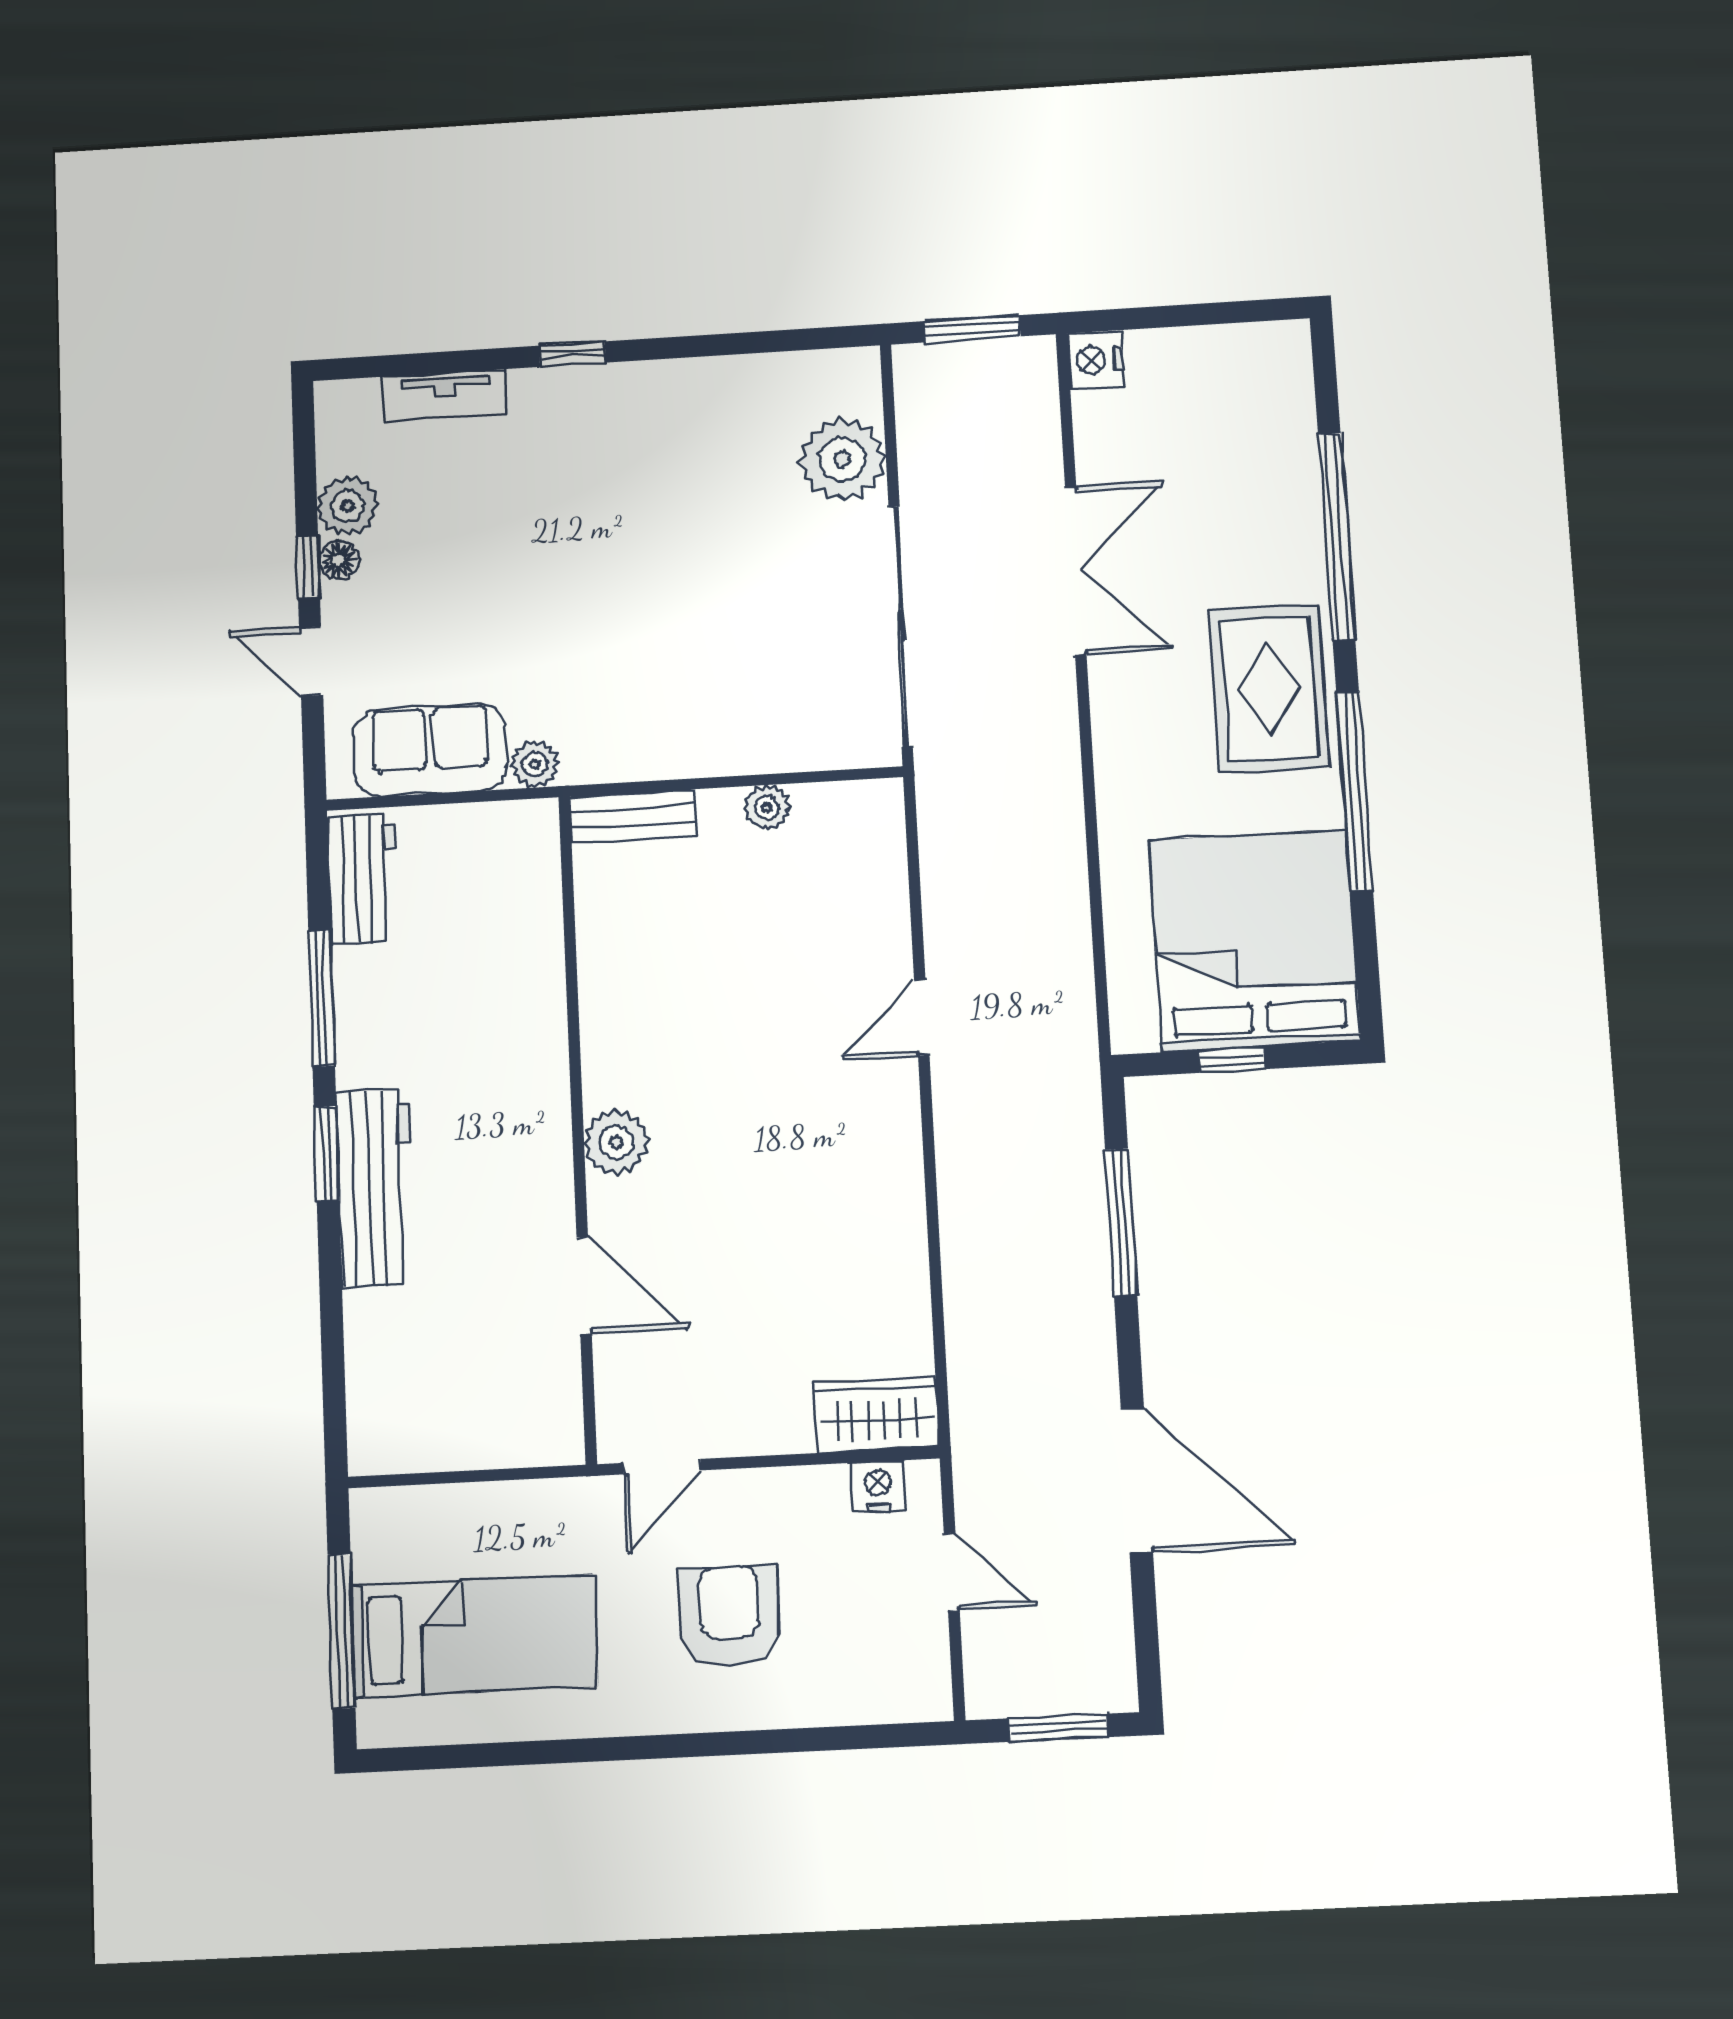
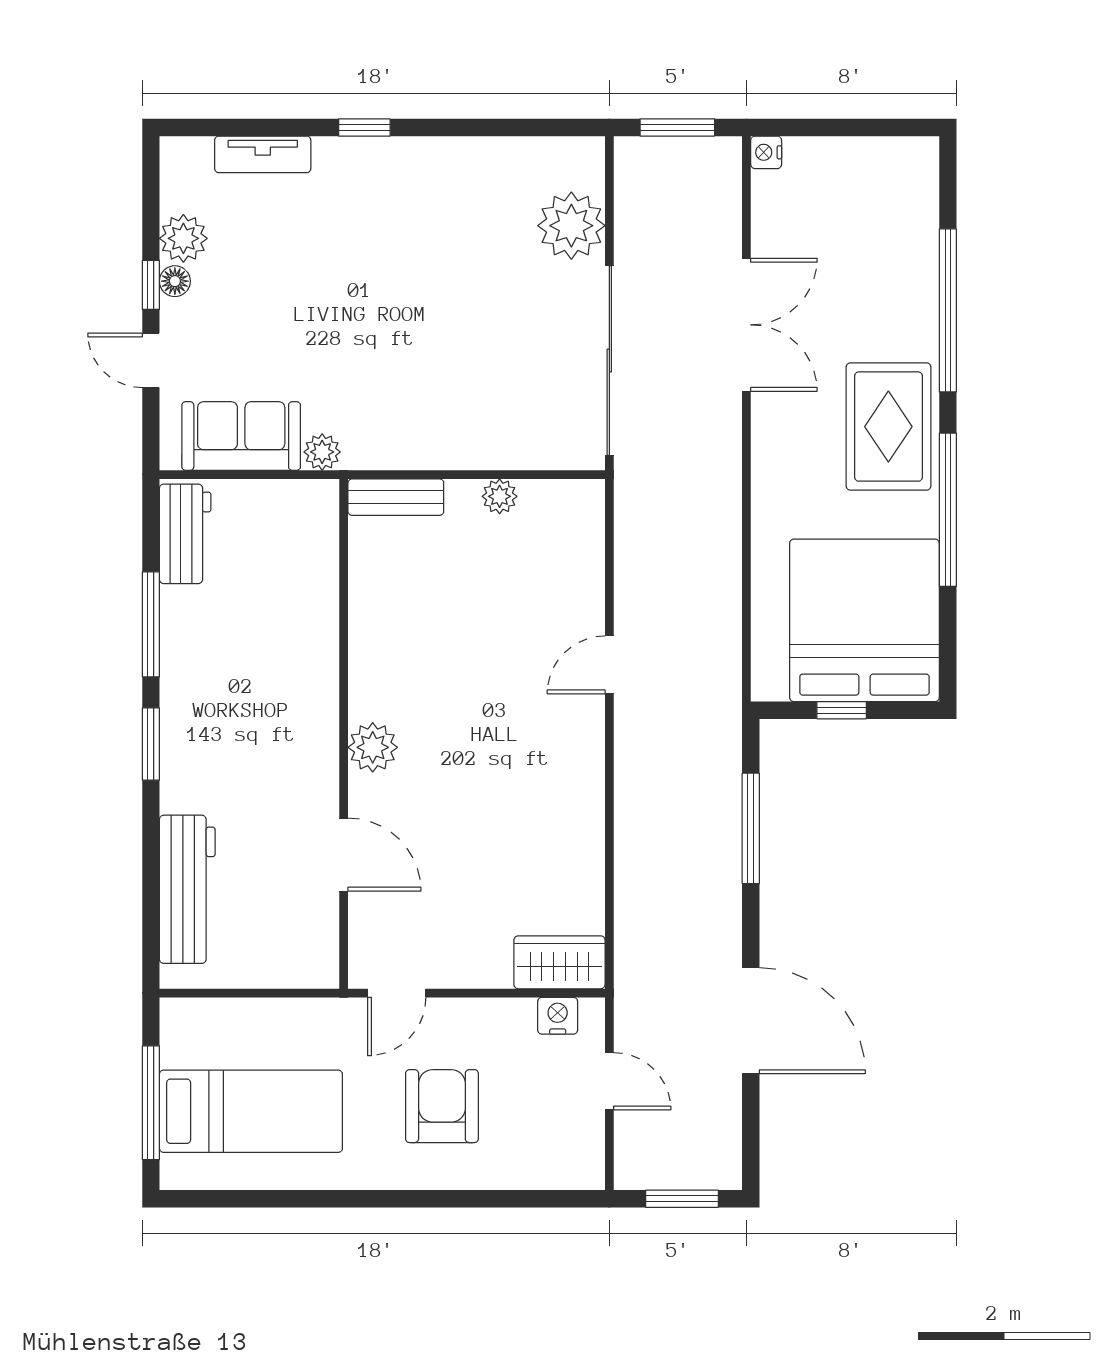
nightstand: (1095, 360) -> (766, 152), width x0.72, depth x0.74
workbench: (375, 1187) -> (187, 889), moved

